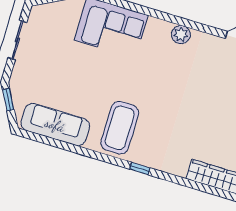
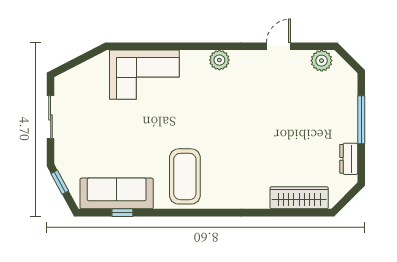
window: (140, 169) -> (122, 213), moved

